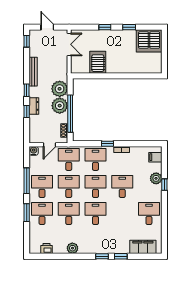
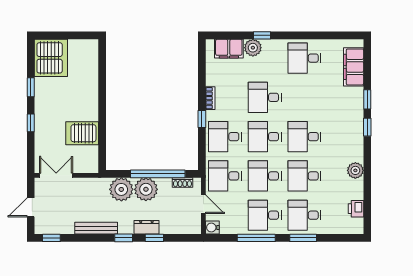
filing cabinet: (155, 157) -> (229, 49), width x2.00

